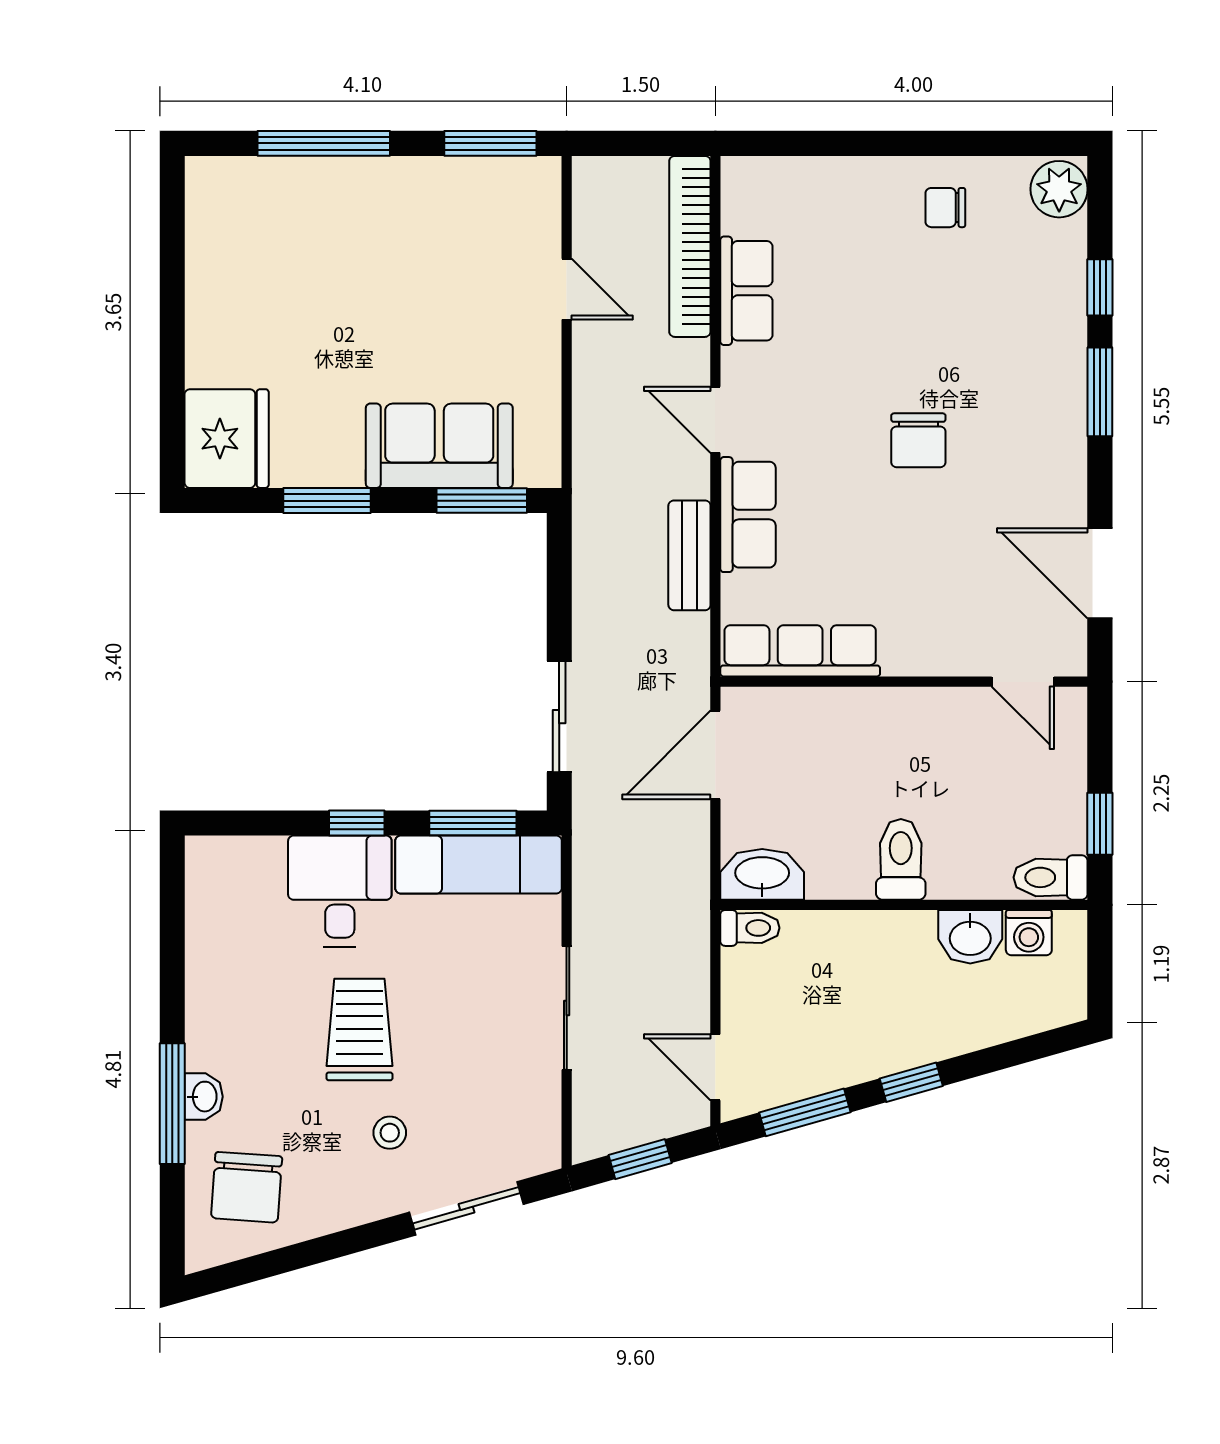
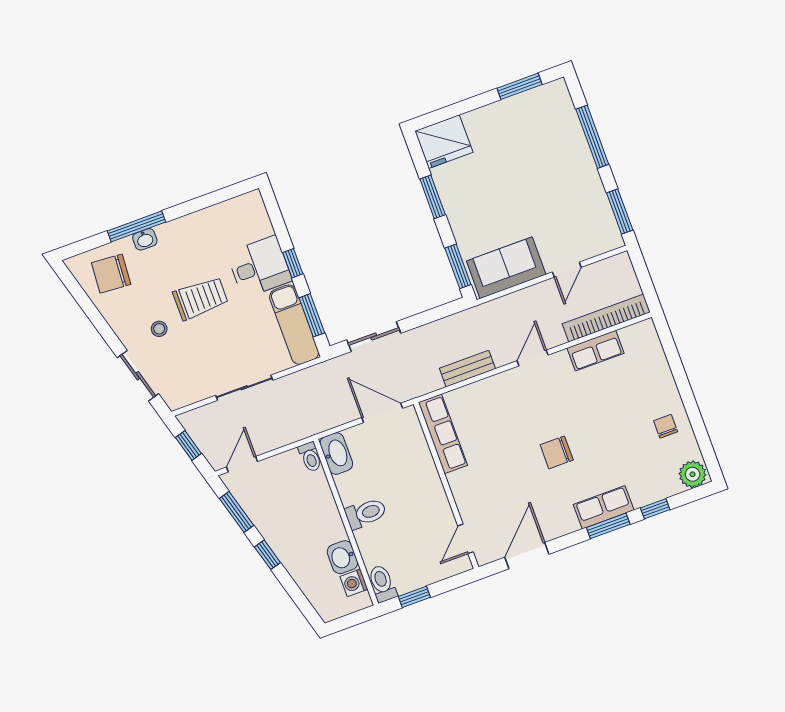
window: (172, 250) -> (519, 86), added
sofa: (439, 446) -> (506, 268), moved, turned -90
row of seats: (748, 515) -> (604, 507), moved, turned 180

